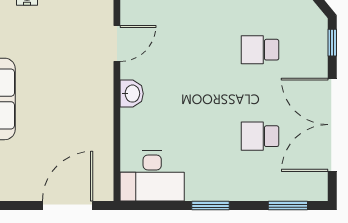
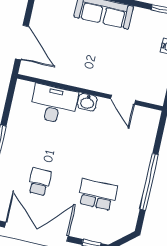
school desk: (260, 50) -> (97, 195), width x1.85
desk: (152, 176) -> (54, 104), moved, turned 90

